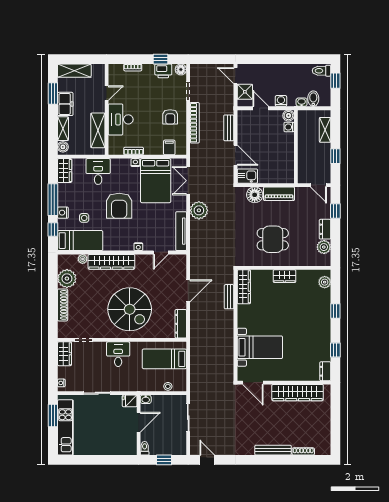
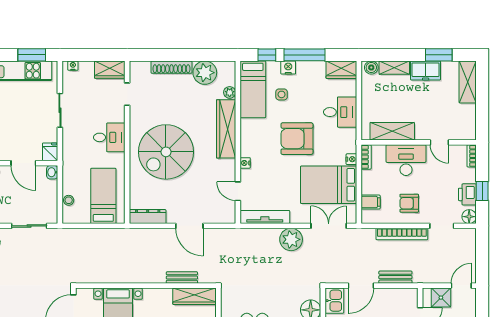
door: (107, 93) -> (439, 142), moved
wall: (107, 109) -> (419, 142), moved
desk: (121, 119) -> (406, 160), moved
shelving: (98, 130) -> (392, 131), moved

